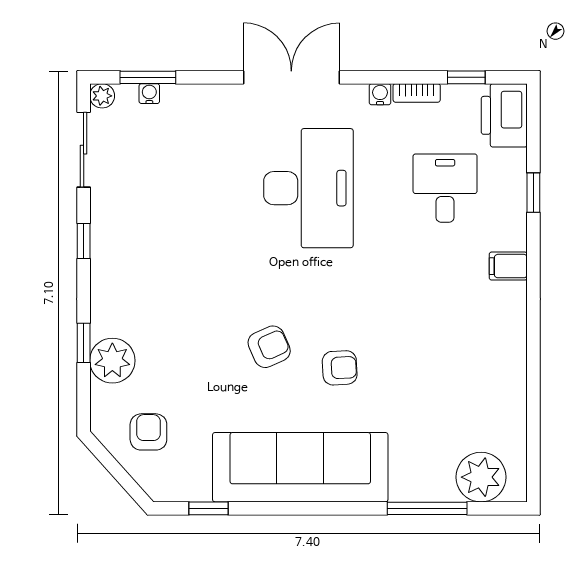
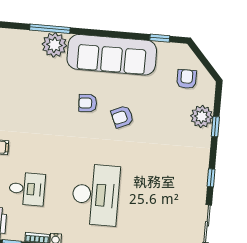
desk: (308, 188) -> (96, 195), turned 180
desk: (445, 188) -> (27, 189), turned -90
armchair: (148, 432) -> (187, 79), turned 180
plant: (481, 477) -> (54, 45), moved

